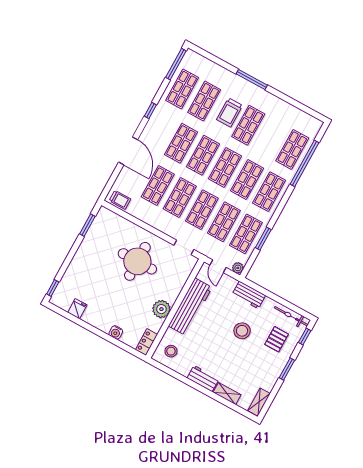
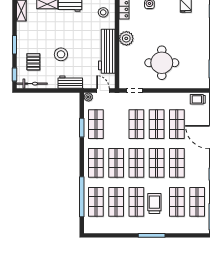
shop shelf: (224, 222) -> (116, 202), moved

